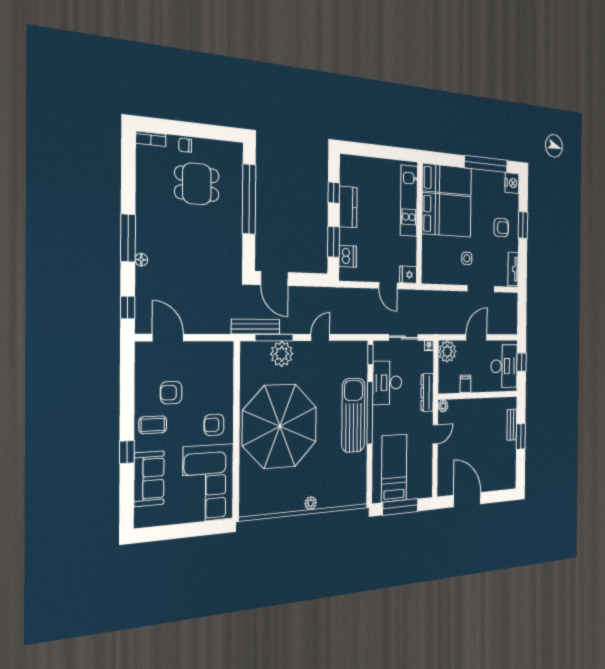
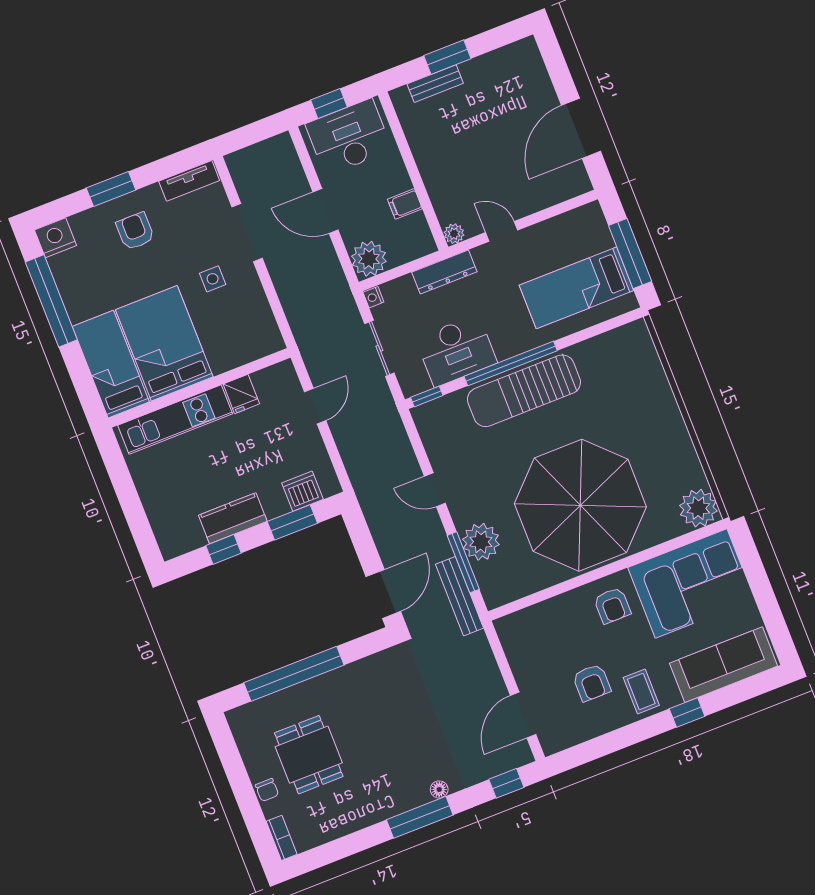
fridge: (408, 275) -> (241, 394), moved
sofa: (149, 479) -> (724, 665), width x1.36
plant: (311, 503) -> (698, 508), moved, width x1.88, depth x1.88

